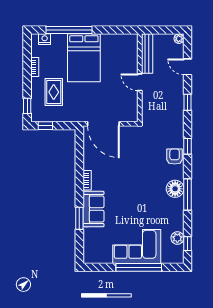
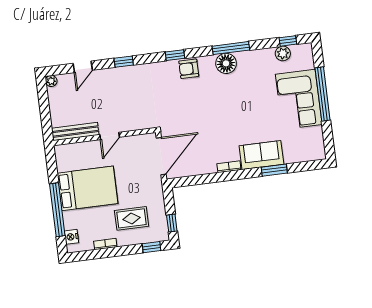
bench: (147, 54) -> (75, 132), moved
wall: (140, 78) -> (104, 137), moved
door: (140, 82) -> (110, 136), moved

